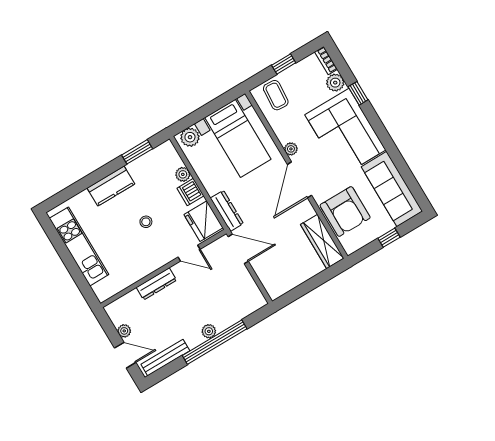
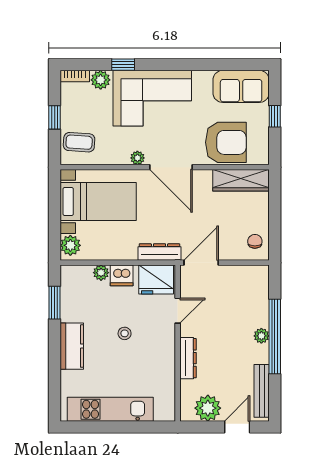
sofa: (392, 189) -> (241, 86), width x0.73
chair: (281, 281) -> (255, 241), added
plant: (124, 331) -> (208, 408), width x1.88, depth x1.88

